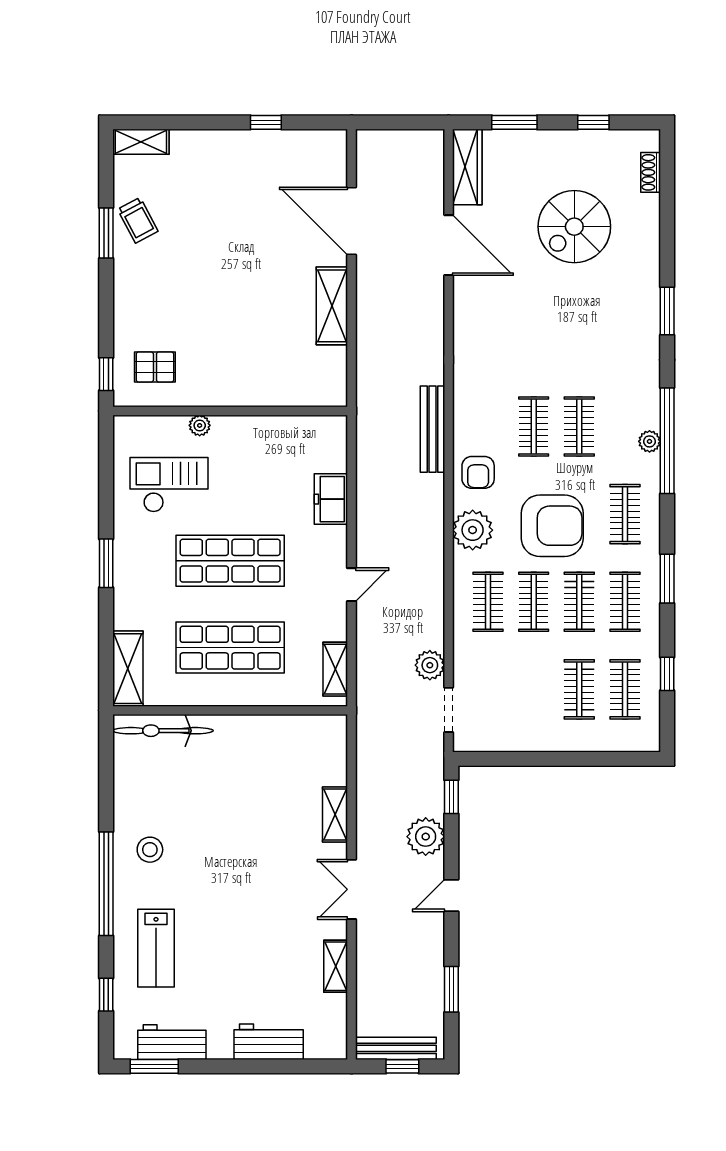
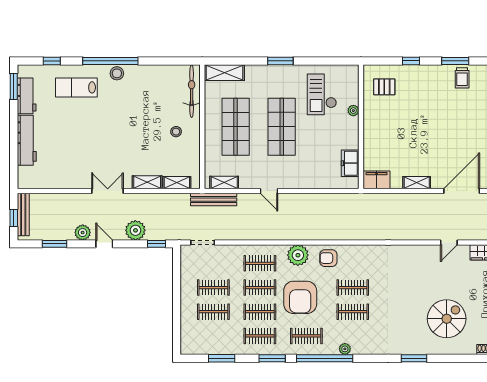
trolley: (138, 220) -> (462, 78), turned -62
spiral stairs: (574, 227) -> (447, 319), moved, turned 90
door: (449, 245) -> (449, 242), width x0.53
shelving: (332, 306) -> (417, 183), width x0.67, depth x0.75
pallet: (155, 367) -> (384, 87), turned 90
window: (106, 374) -> (411, 61), moved
filing cabinet: (331, 382) -> (377, 180), added
bench: (432, 429) -> (214, 200), moved
window: (667, 441) -> (325, 358), moved
checkout: (169, 485) -> (322, 94), turned 180
freezer: (331, 499) -> (350, 163), moved, turned -90
plant: (430, 665) -> (83, 233), moved
window: (667, 674) -> (222, 358), width x1.50
clothes rail: (625, 689) -> (213, 288), moved
stool: (239, 760) -> (176, 132), added
stool: (150, 850) -> (117, 73), moved
shelving: (336, 966) -> (177, 183), moved
workbench: (269, 1042) -> (27, 140), width x1.38

